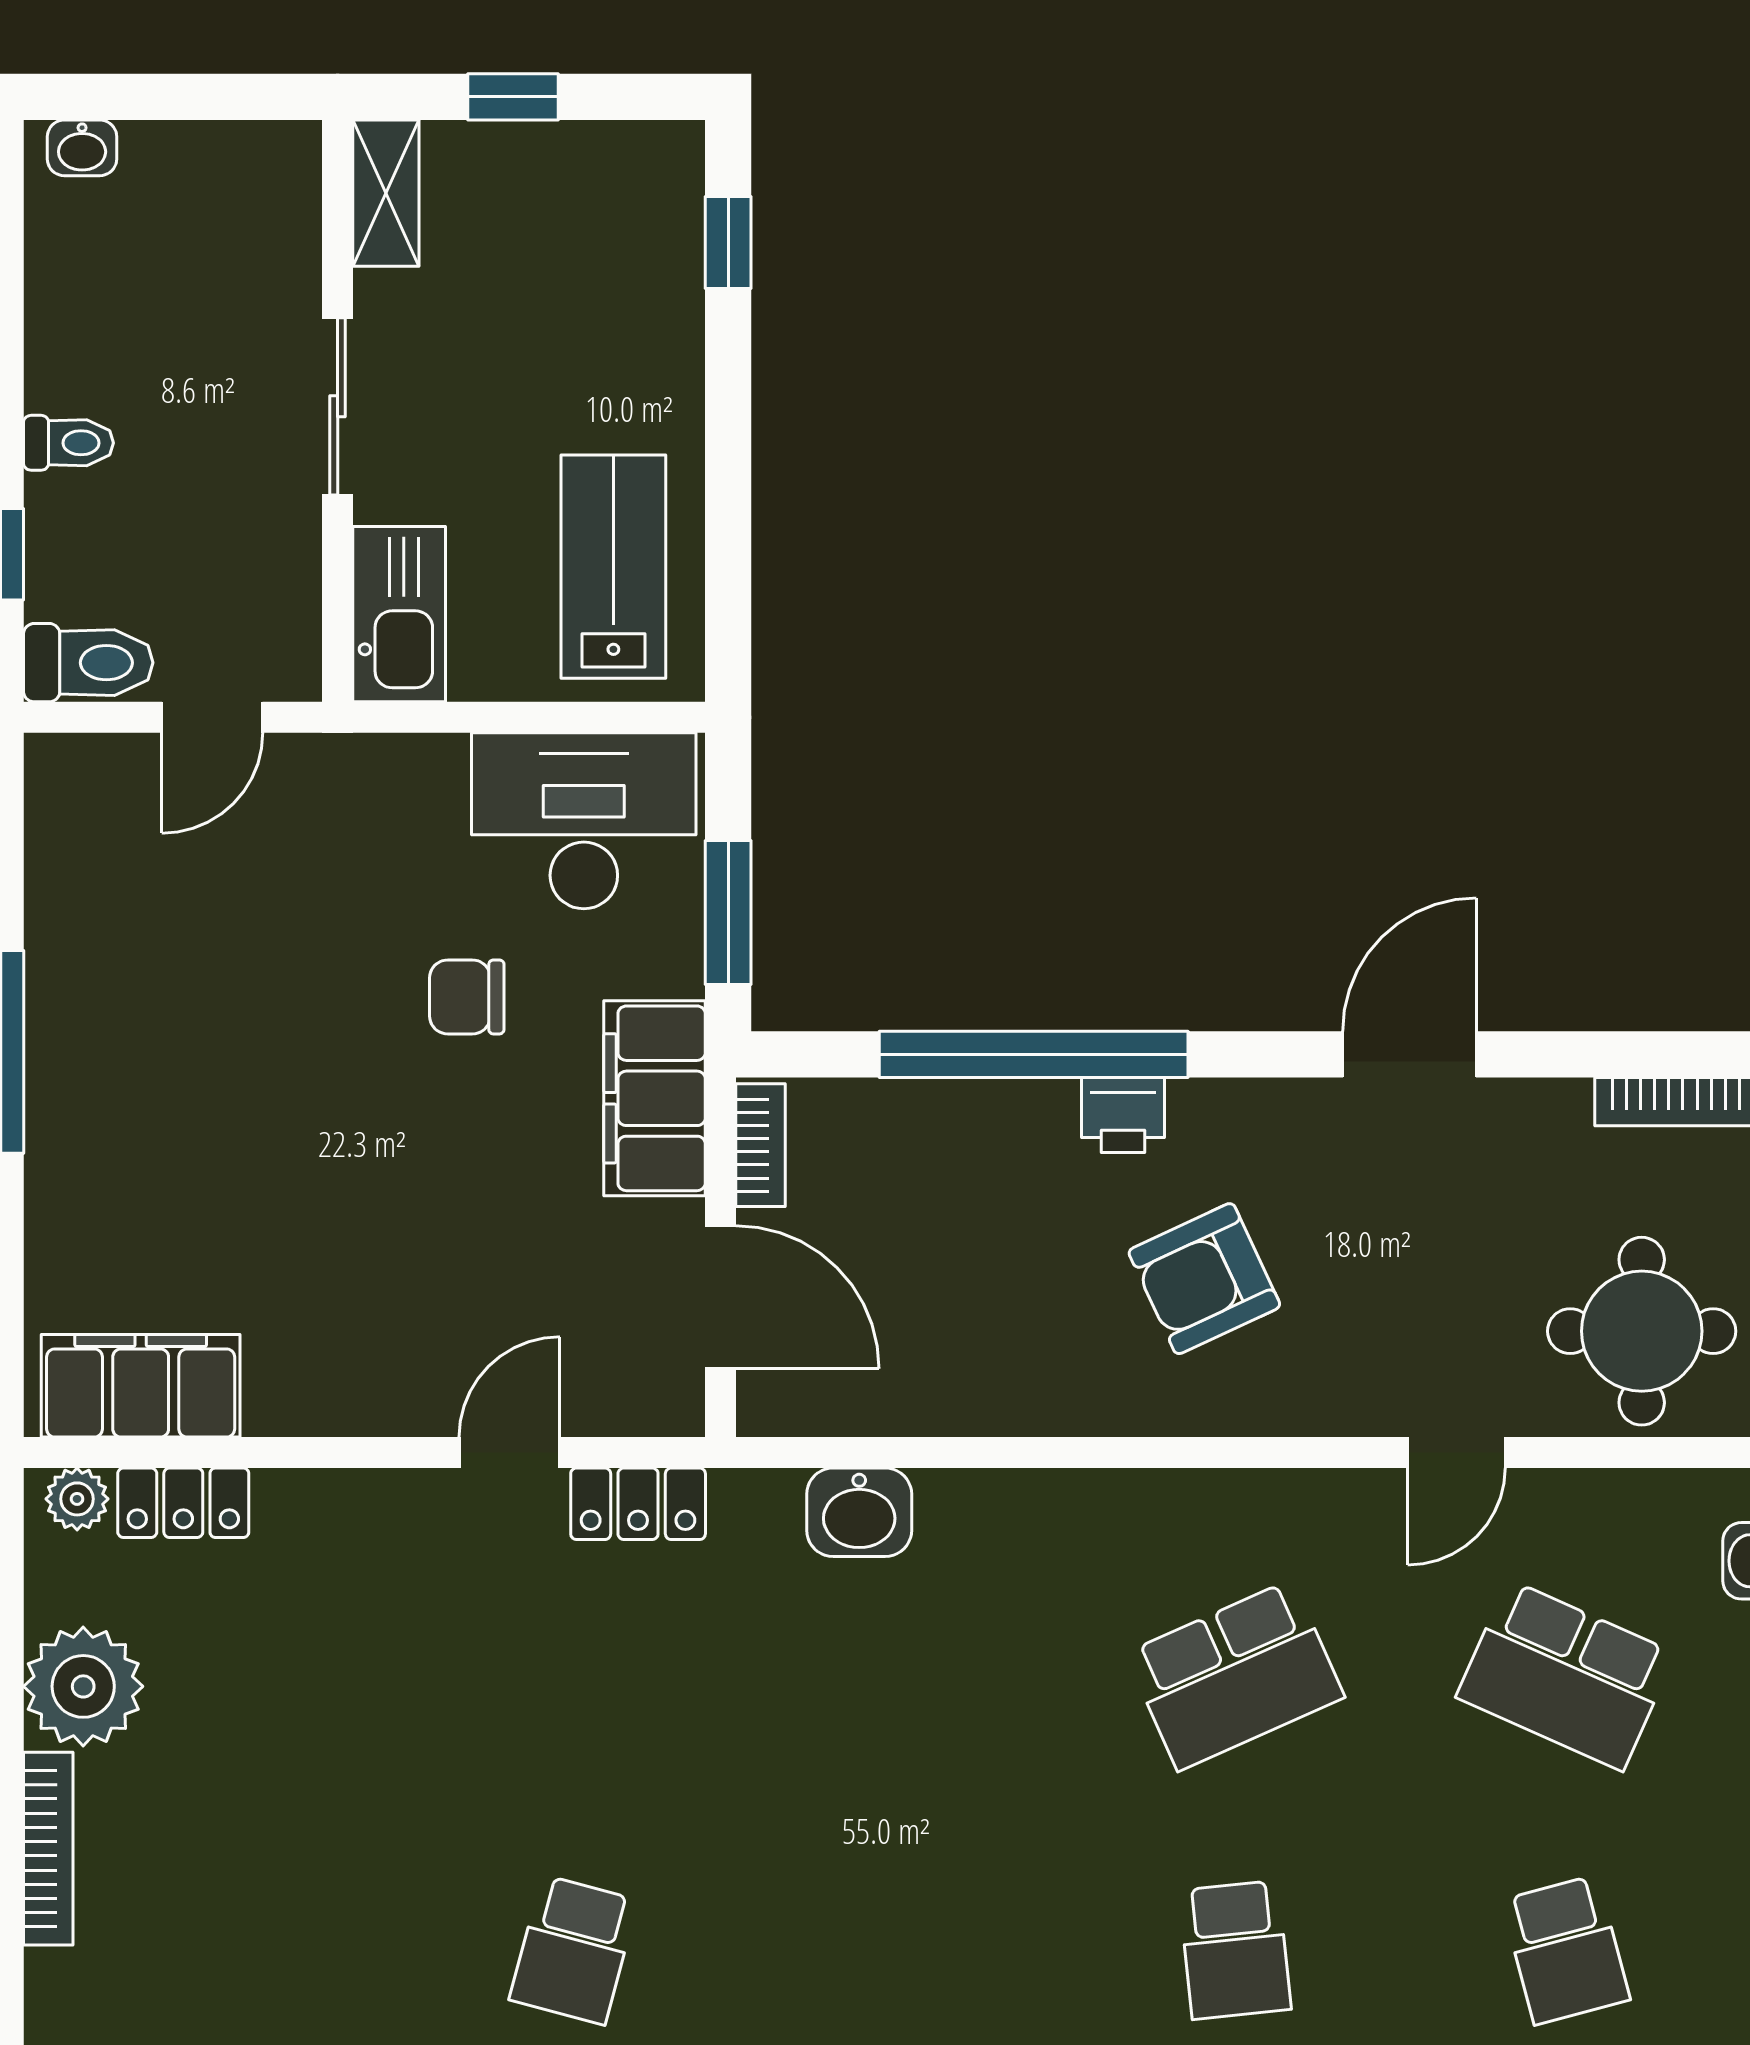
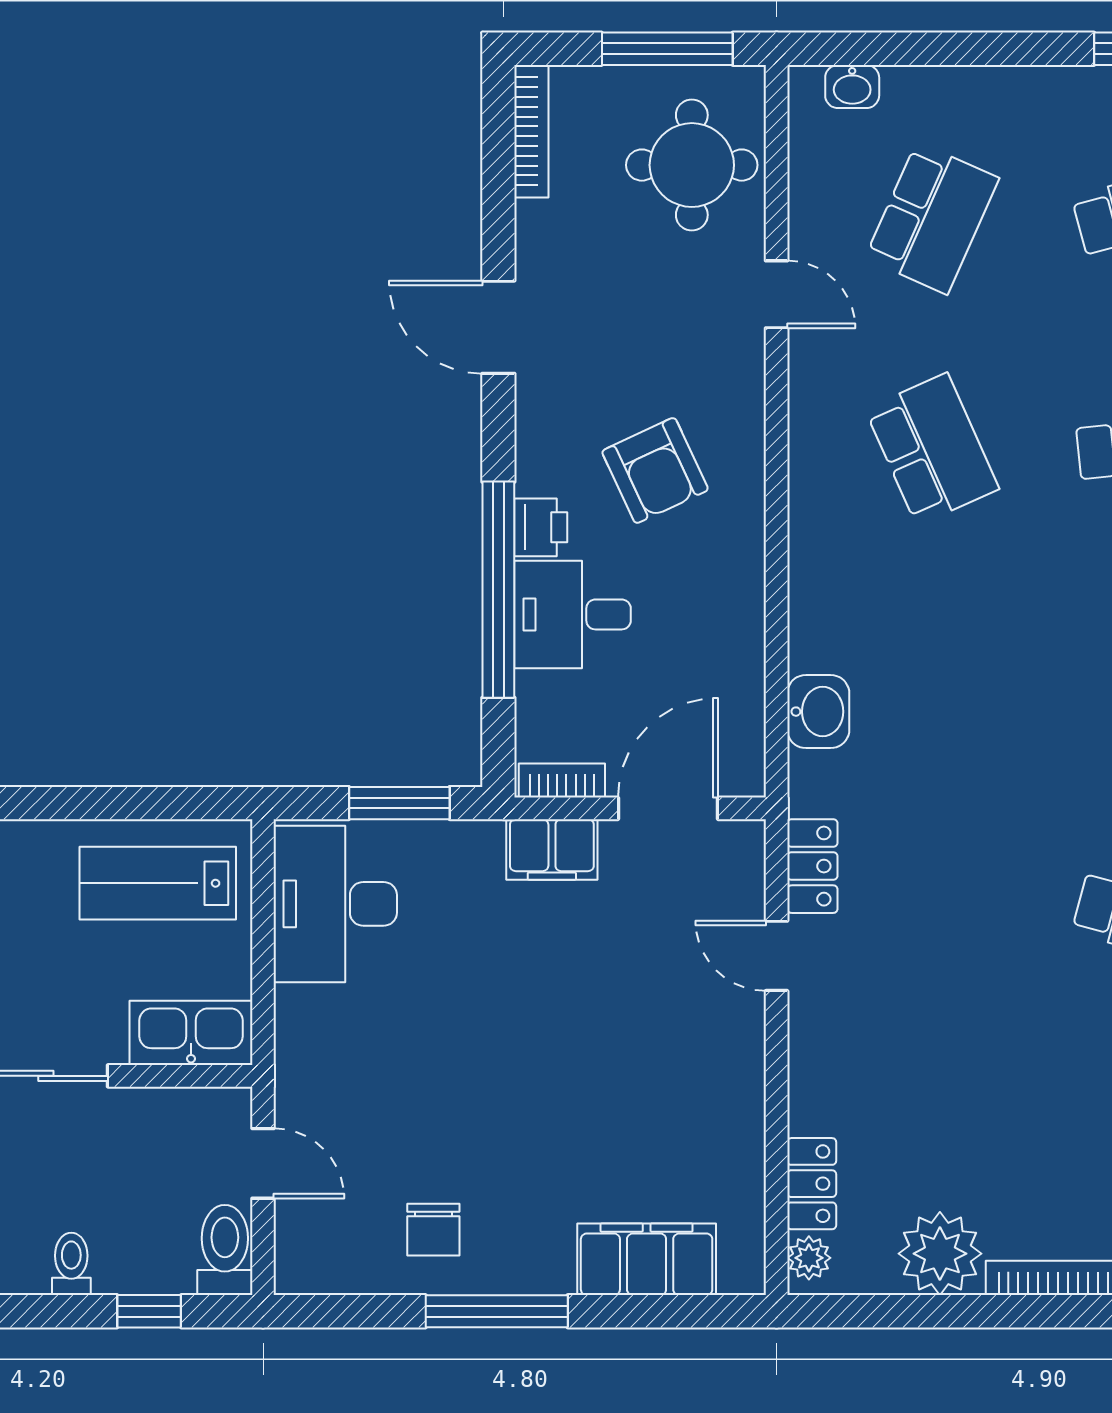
chair: (467, 997) -> (433, 1230), moved
filing cabinet: (655, 1098) -> (552, 849), width x0.67, depth x0.86
desk: (998, 1160) -> (573, 614), added
filing cabinet: (141, 1386) -> (647, 1259), moved, turned 90

